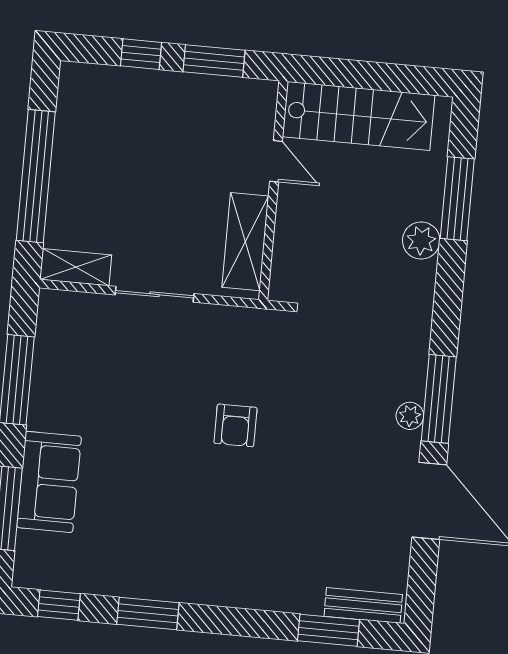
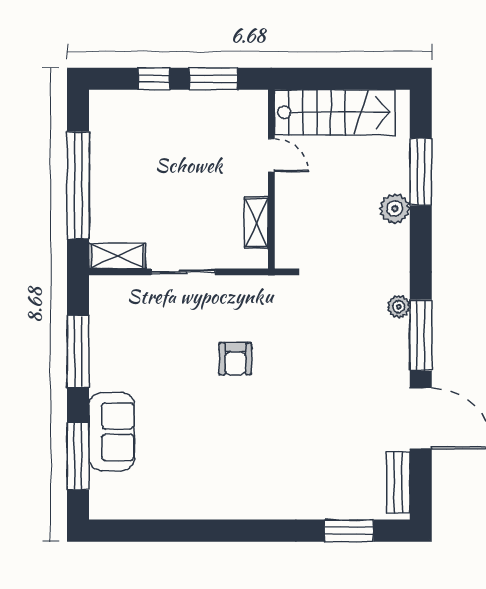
shelving: (245, 242) -> (256, 223), width x0.67, depth x0.75
plant: (410, 416) -> (399, 307), moved
armchair: (236, 425) -> (235, 359), moved
window: (59, 605) -> (129, 531), removed
bench: (363, 605) -> (398, 482), moved, turned 90
window: (148, 613) -> (202, 531), removed

